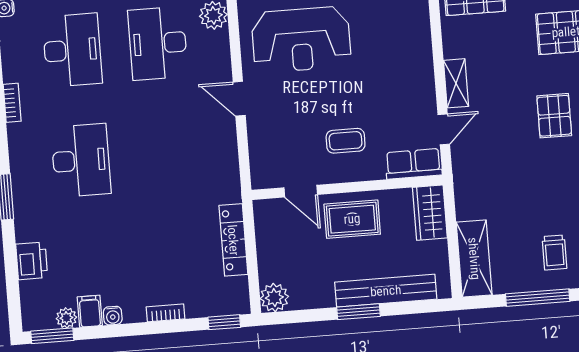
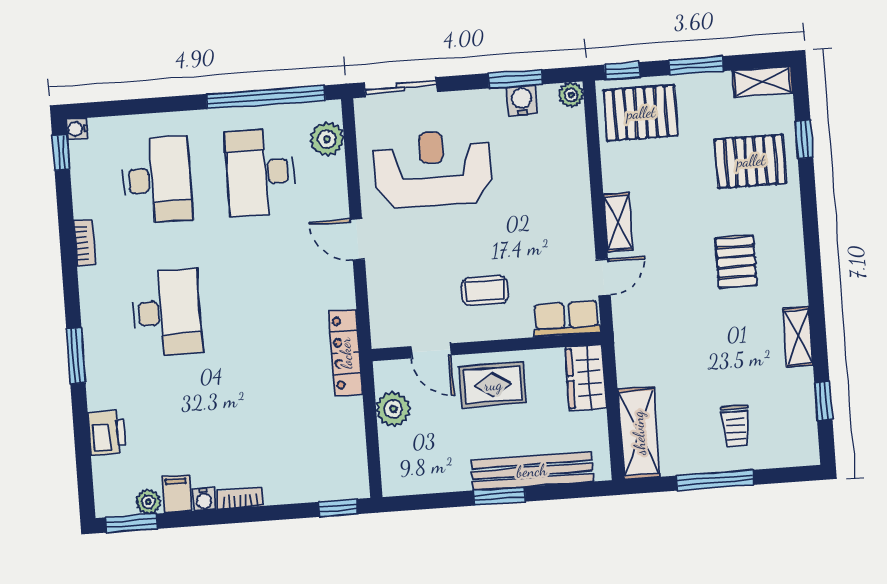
reception desk: (301, 40) -> (432, 169), turned 180
locker: (233, 240) -> (346, 353), moved
plant: (274, 298) -> (393, 409), moved
bookcase: (166, 313) -> (240, 498), moved

